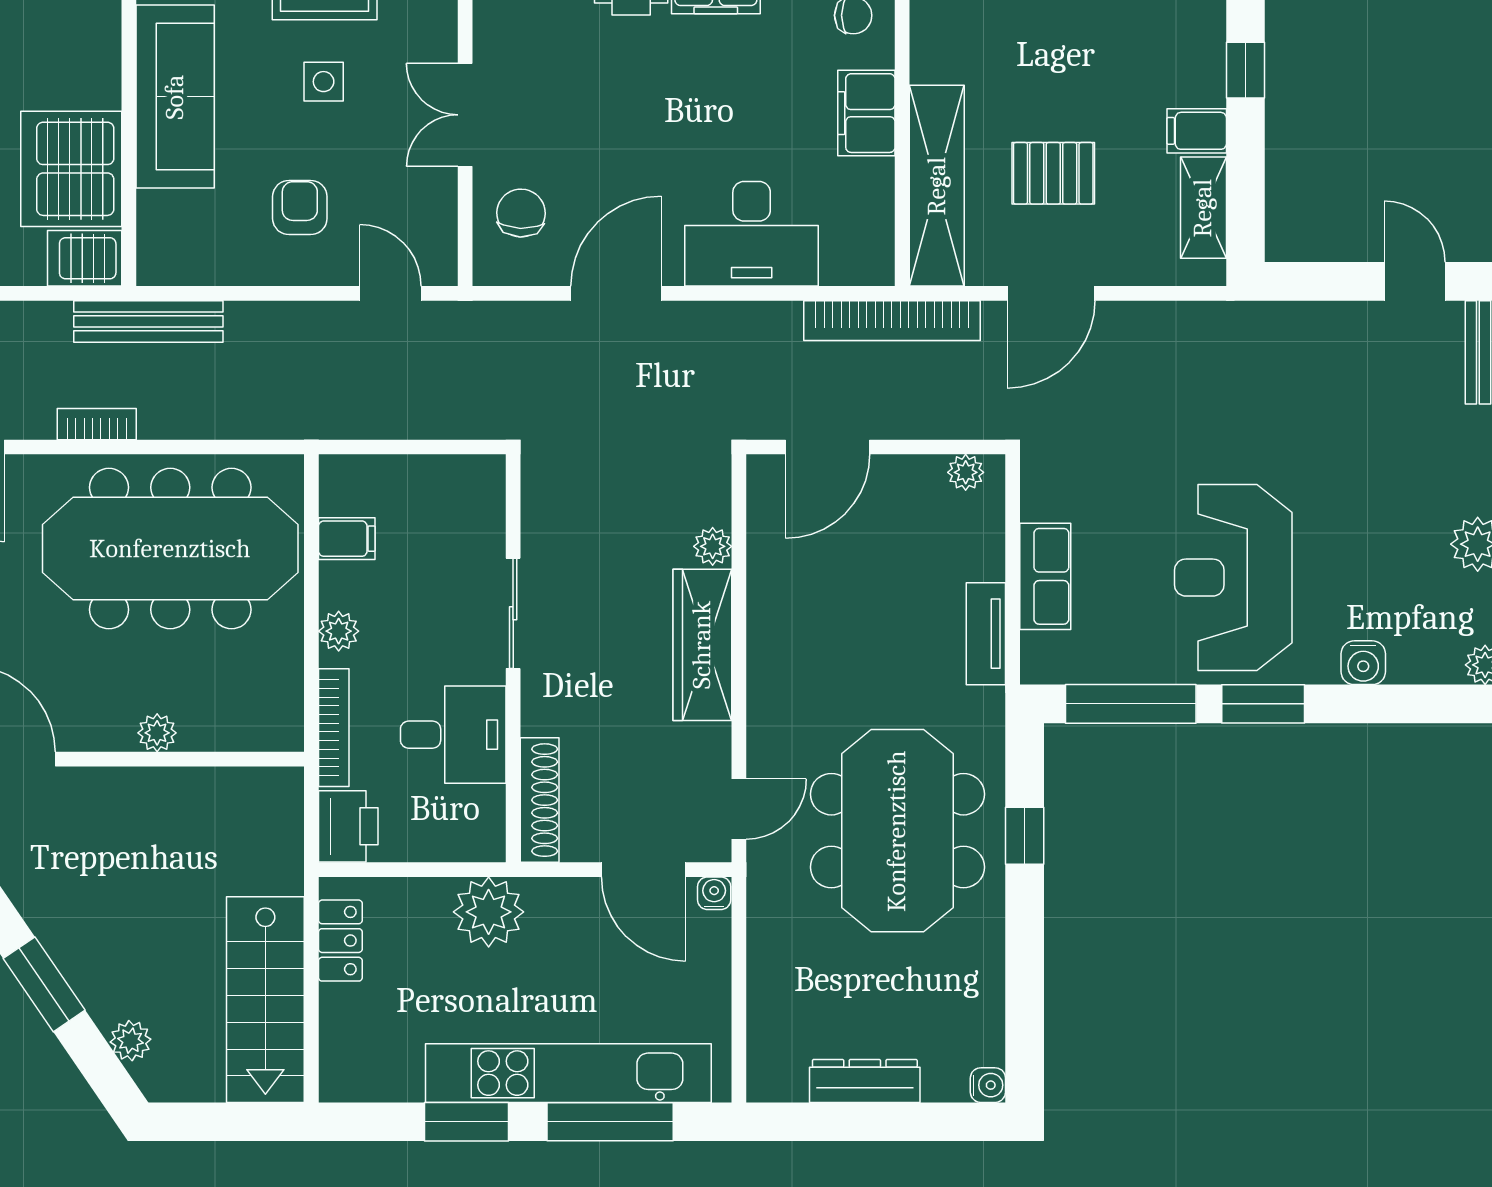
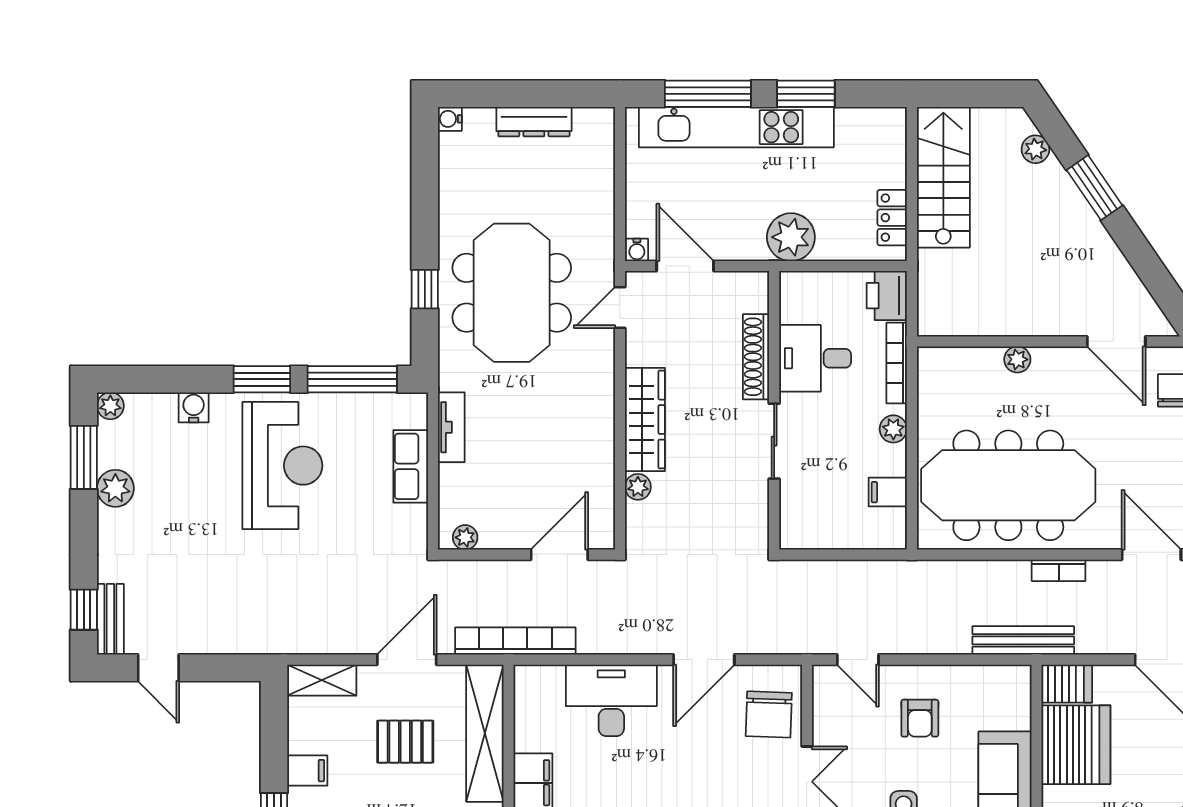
shelving: (1203, 208) -> (322, 680), moved, turned 90
chair: (521, 213) -> (769, 714), width x1.37, depth x1.37
shoe rack: (540, 800) -> (756, 357), moved

